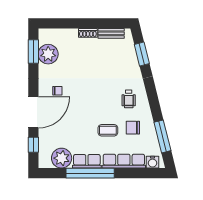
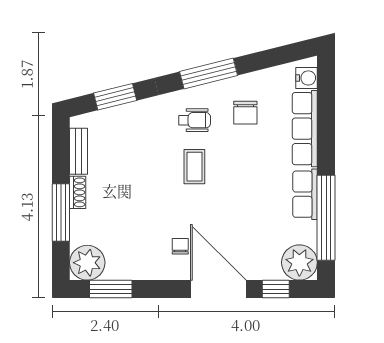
window: (77, 23) -> (61, 212), added
plant: (48, 54) -> (87, 263), moved
coffee table: (108, 130) -> (194, 167), moved
window: (162, 136) -> (209, 73), moved
plant: (62, 158) -> (299, 262), moved
window: (90, 173) -> (326, 218), moved

